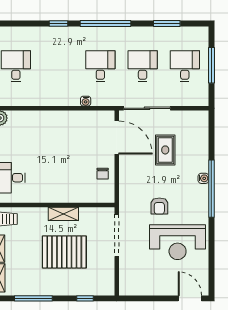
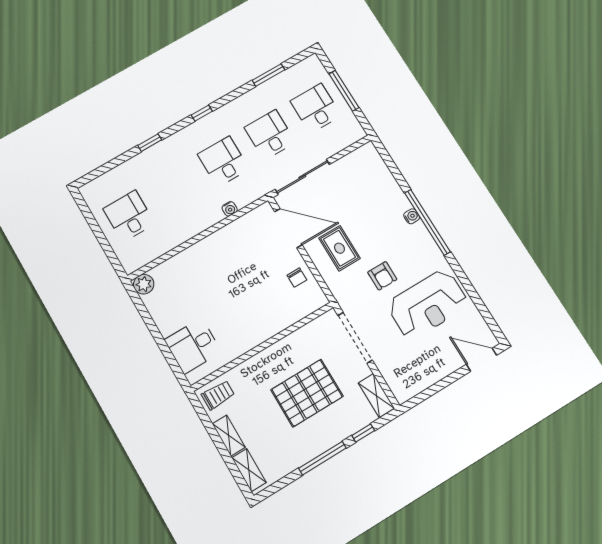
window: (106, 24) -> (202, 113), width x0.32
rug: (165, 150) -> (339, 248), moved
shelving: (63, 214) -> (376, 396), moved, turned 90
window: (33, 298) -> (322, 458), moved

